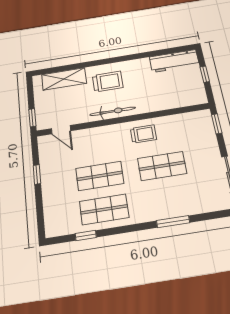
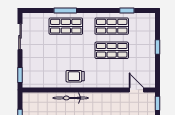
bicycle: (113, 111) -> (71, 98), moved
shop shelf: (162, 166) -> (66, 26), moved
window: (37, 174) -> (157, 47), moved

